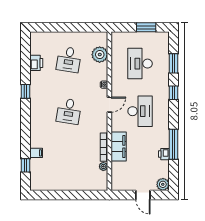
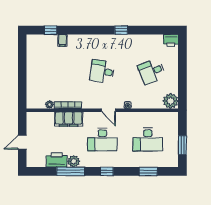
plant: (100, 55) -> (171, 101), moved
desk: (69, 59) -> (152, 71), turned -30
printer: (36, 63) -> (171, 40), moved
desk: (140, 64) -> (148, 140), turned 180
window: (173, 93) -> (107, 171), moved
printer: (164, 154) -> (57, 160), width x1.87, depth x1.48
plant: (163, 184) -> (74, 161), moved

